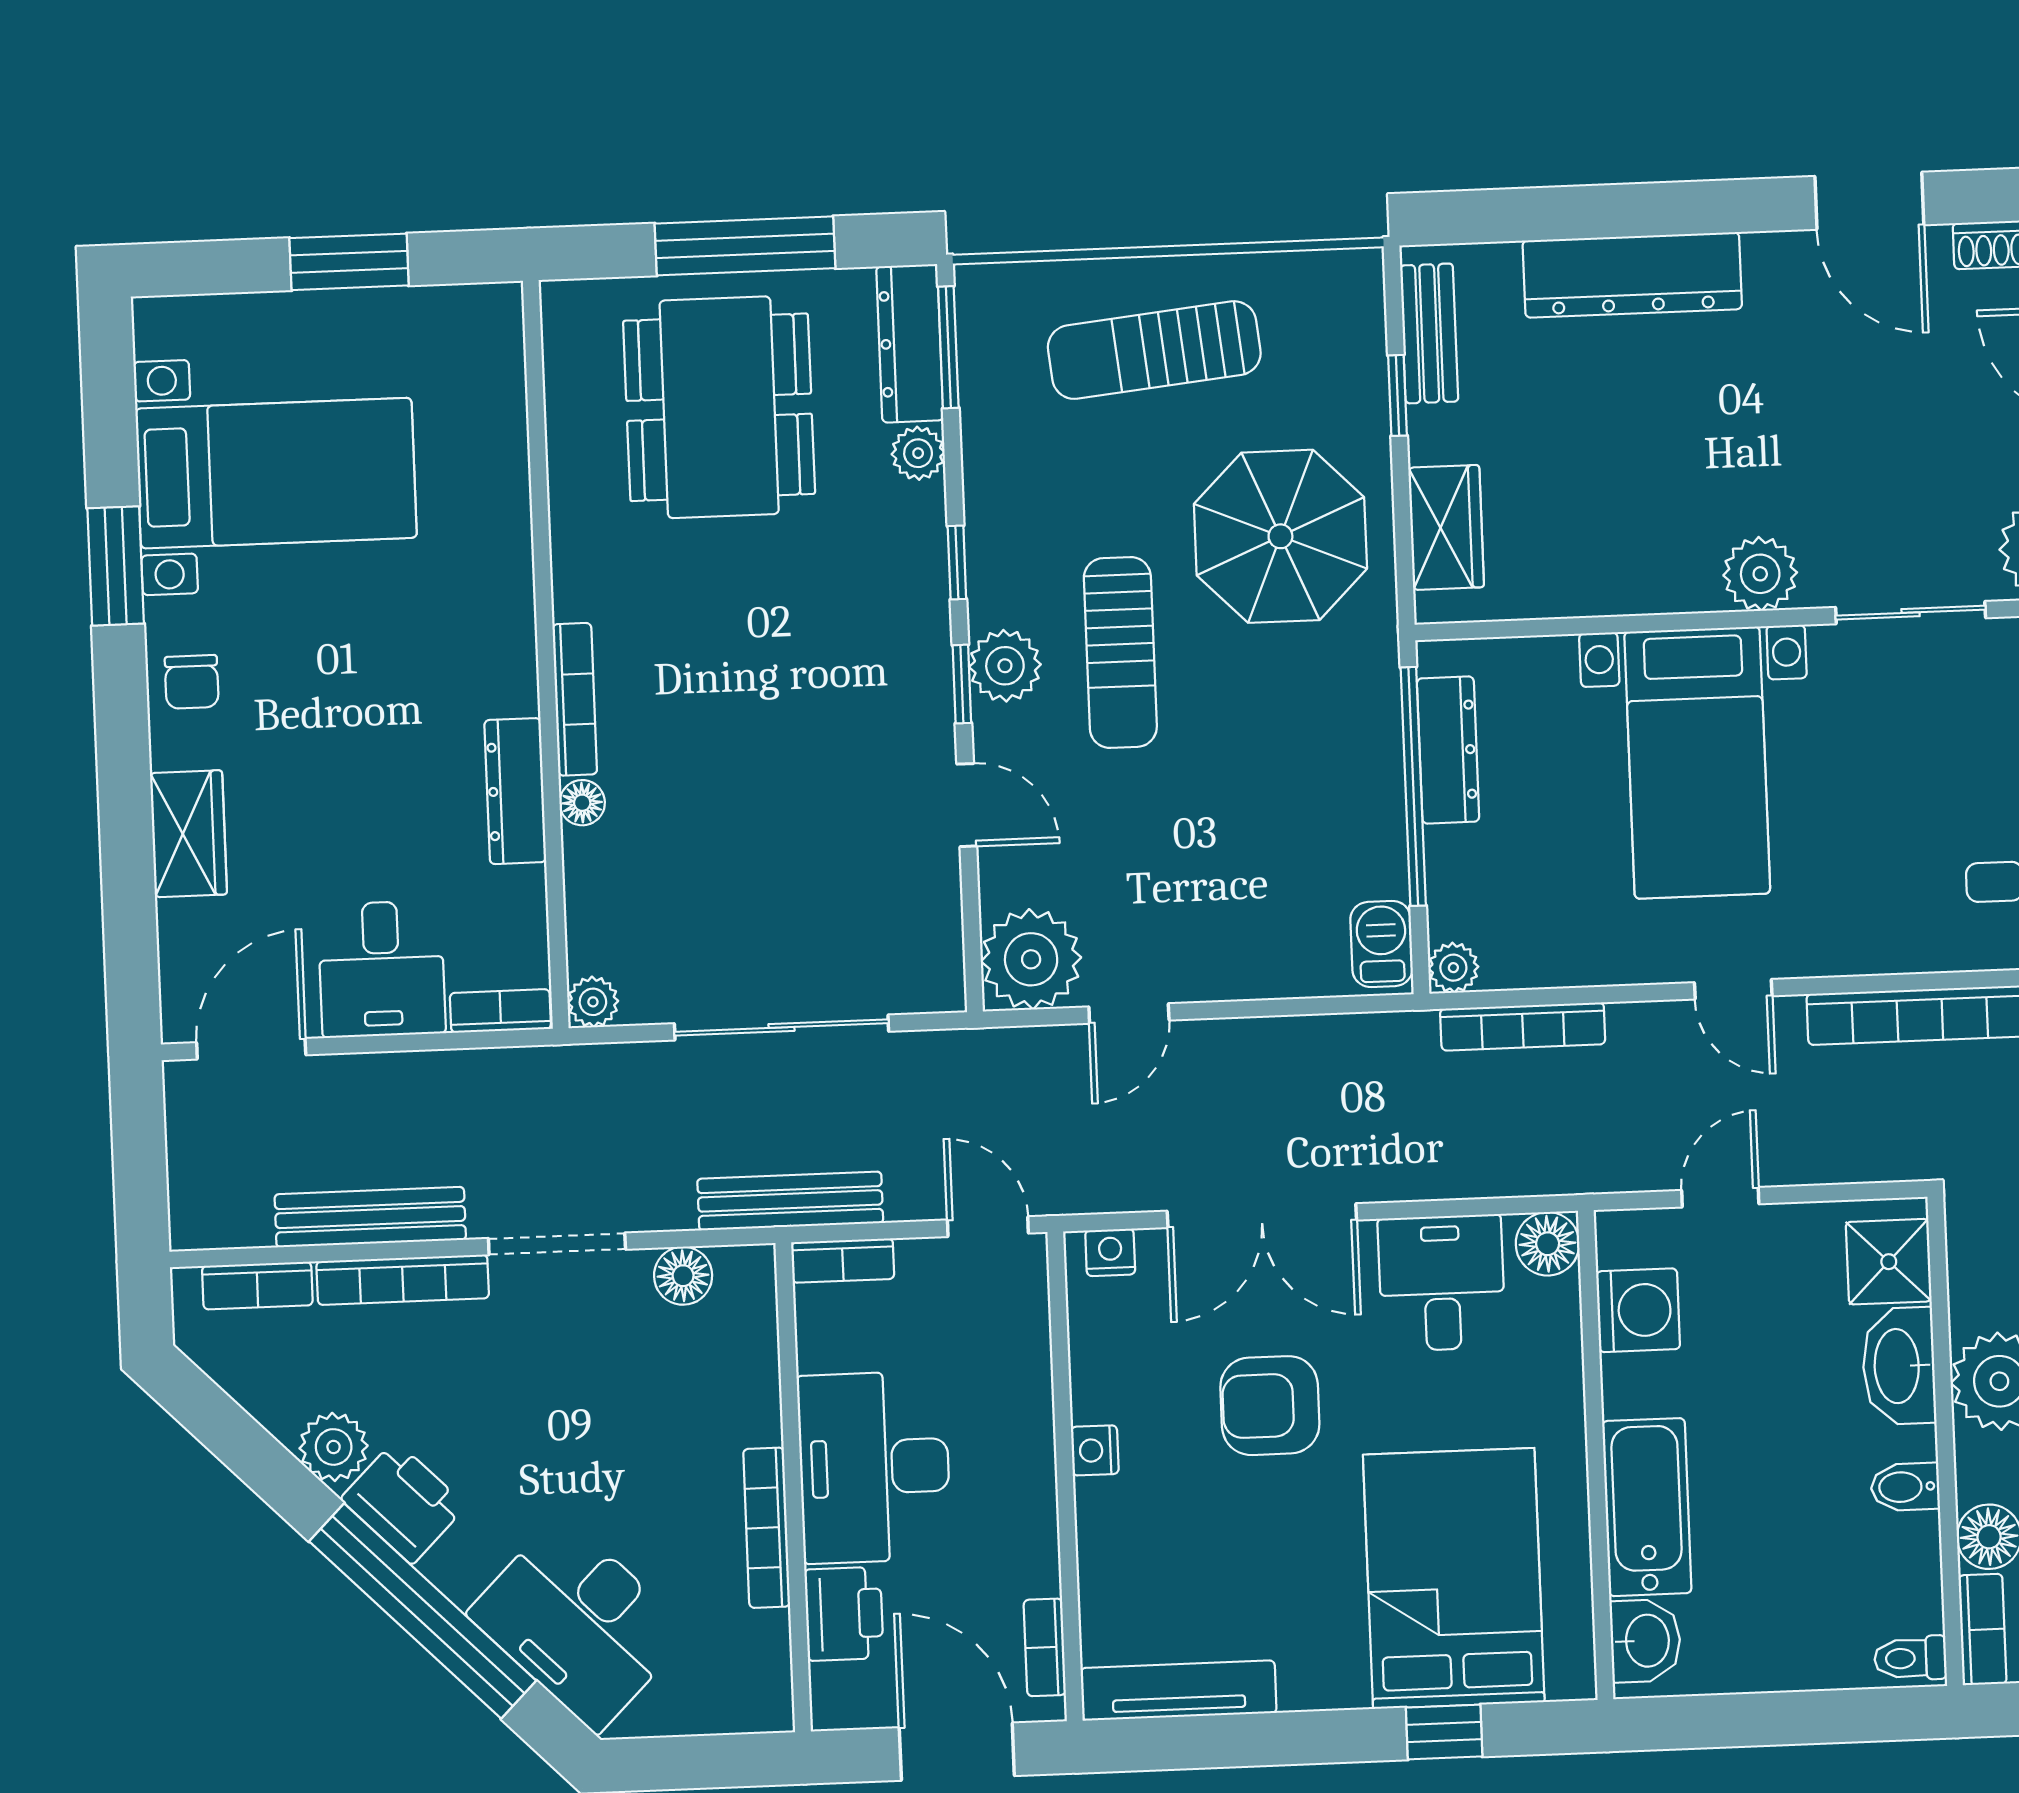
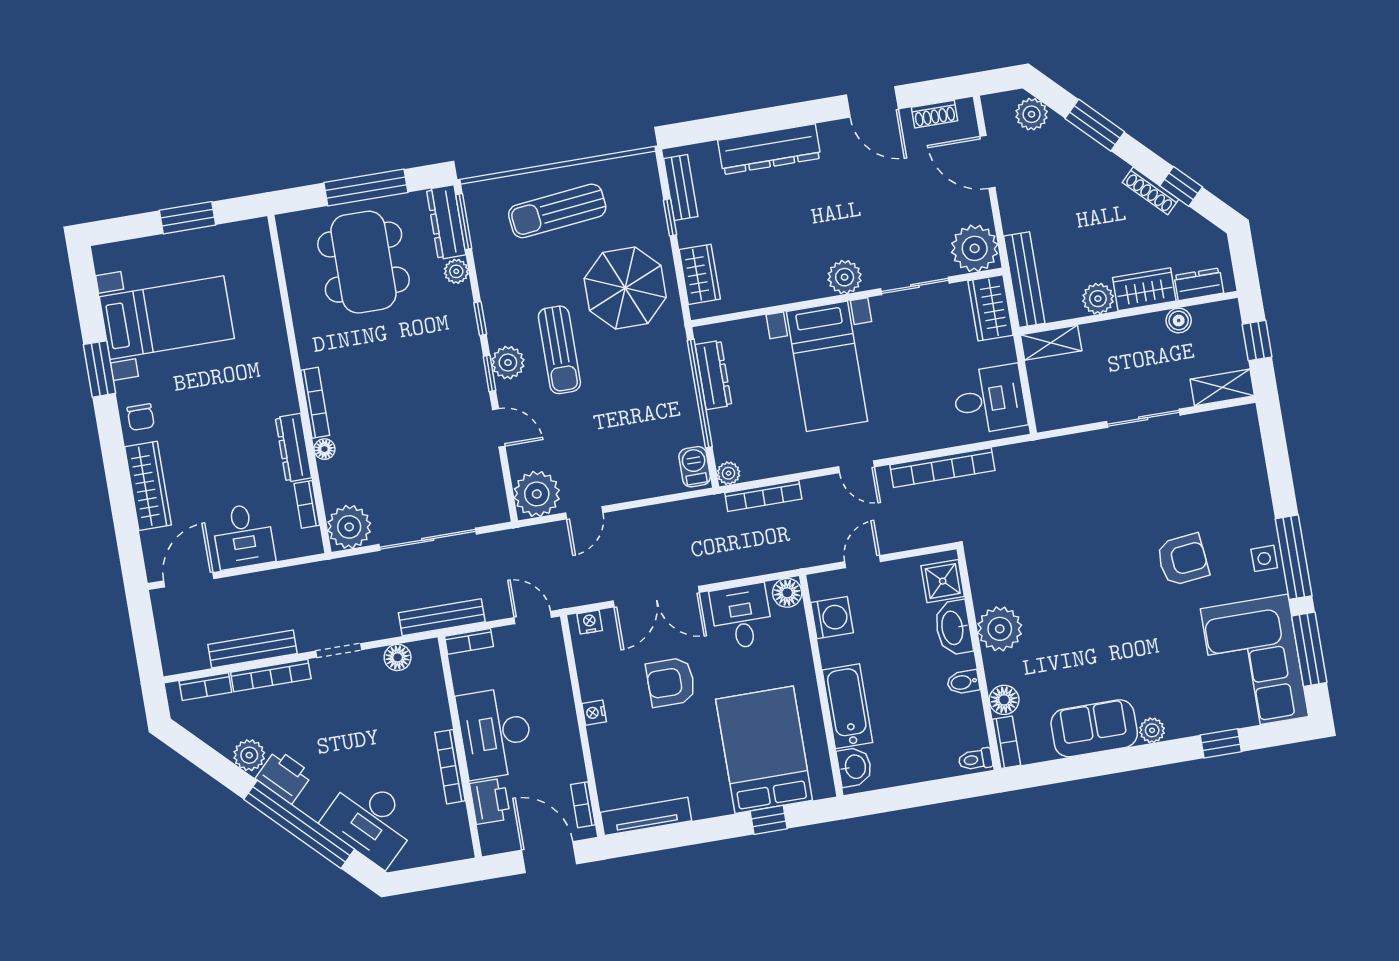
wardrobe: (188, 834) -> (148, 486), width x1.50
plant: (593, 1002) -> (349, 527), width x1.87, depth x1.87
bookcase: (500, 1011) -> (307, 504), moved, turned -90
doorway: (557, 1244) -> (339, 650), width x0.73

